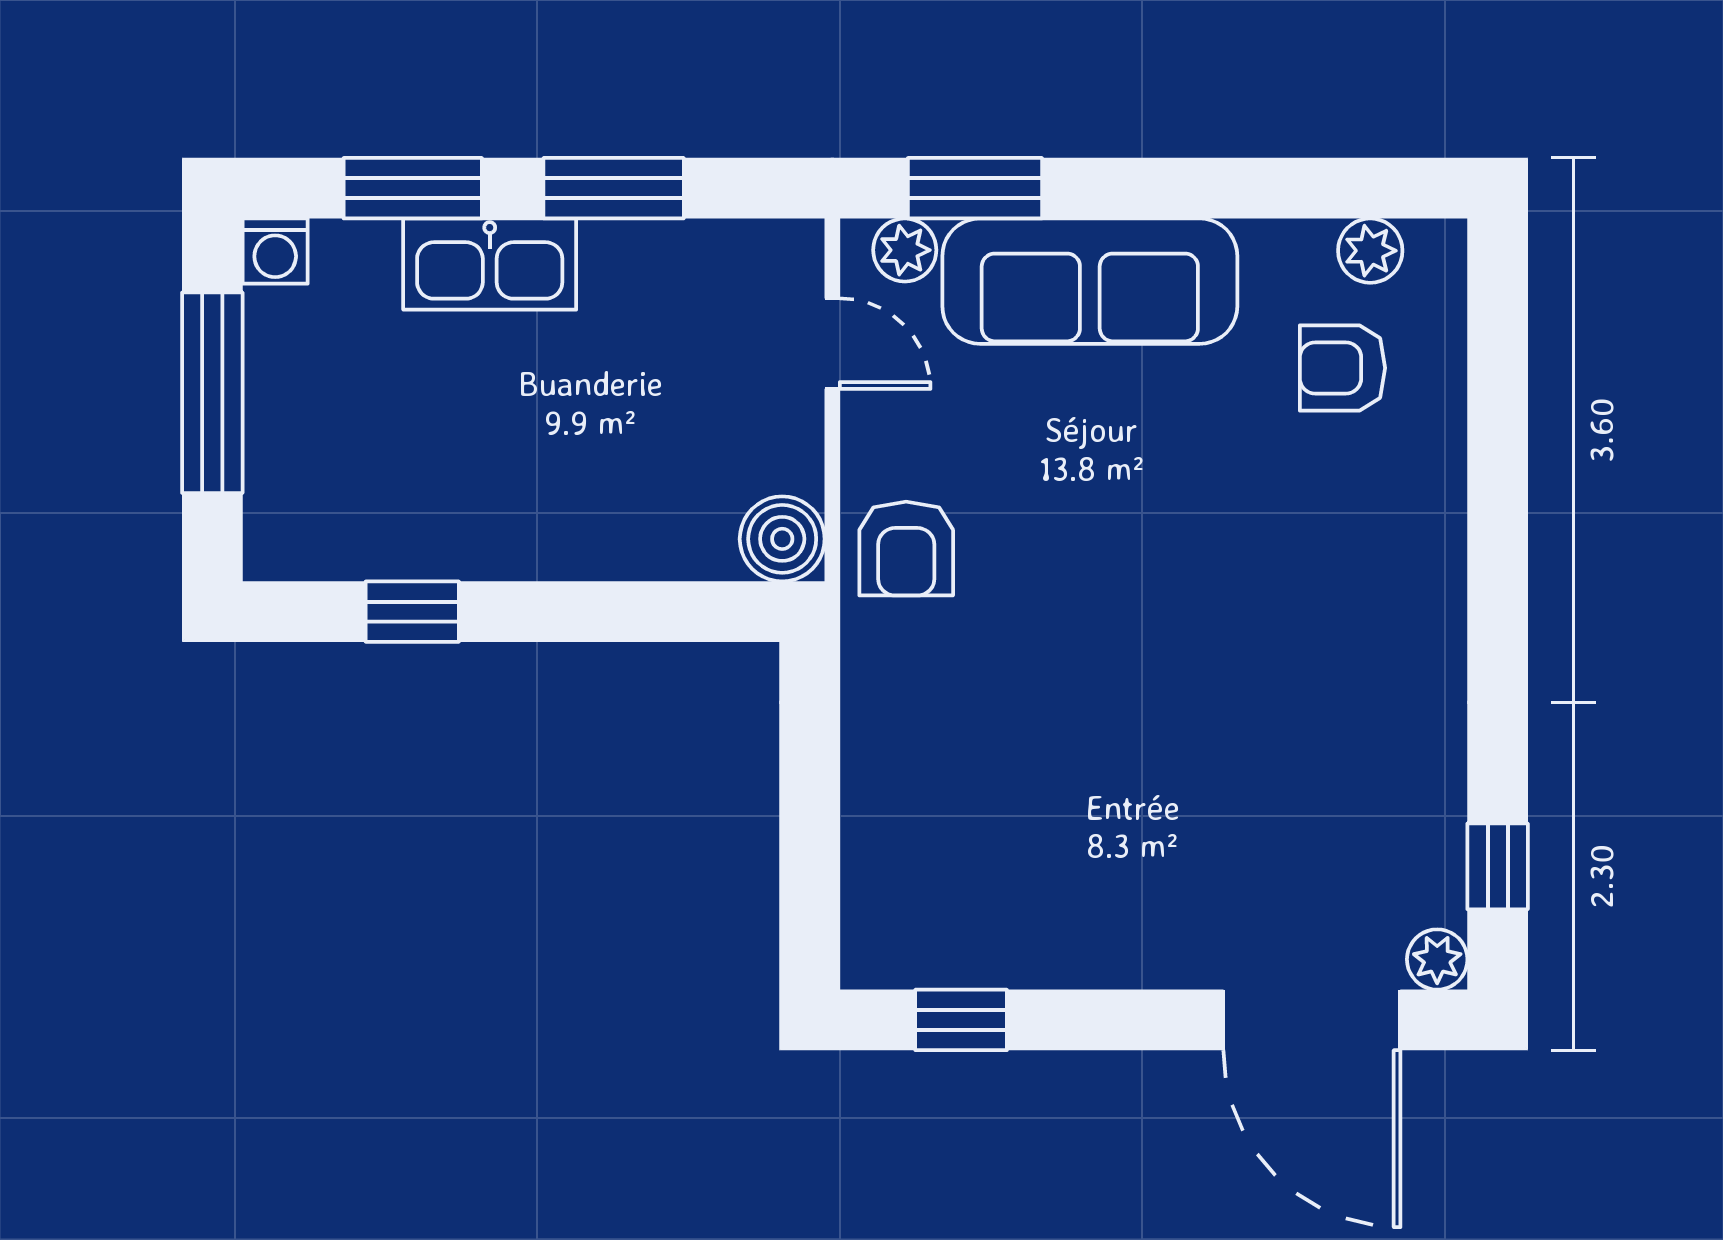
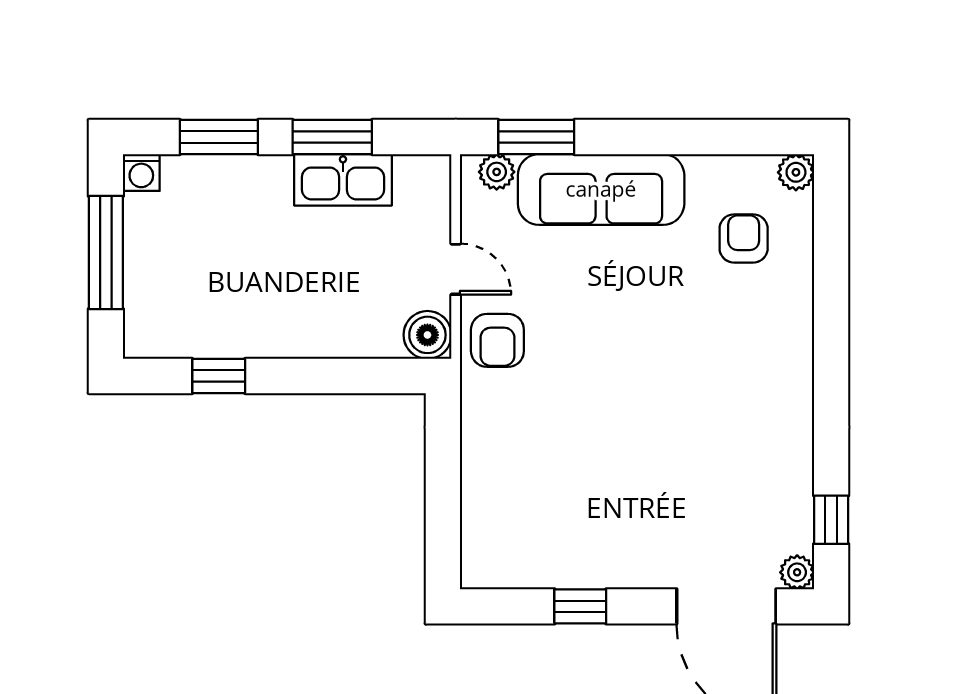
plant: (1370, 251) -> (796, 172), moved
kitchen sink: (490, 264) -> (343, 180), moved
door: (832, 344) -> (456, 269), moved
armchair: (1342, 368) -> (744, 238), turned 90
window: (961, 1020) -> (580, 606), moved

